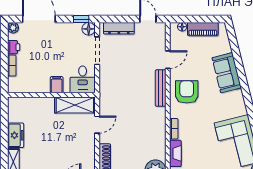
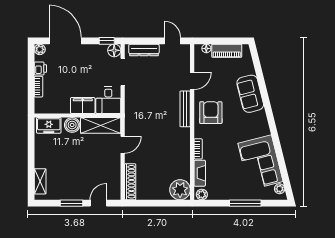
filing cabinet: (57, 85) -> (83, 106), width x2.00
boiler: (46, 104) -> (72, 125), added
freezer: (16, 135) -> (49, 125), moved, turned 90

